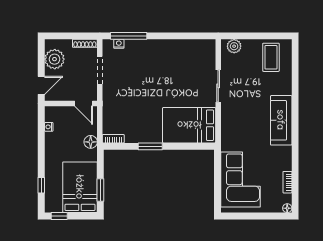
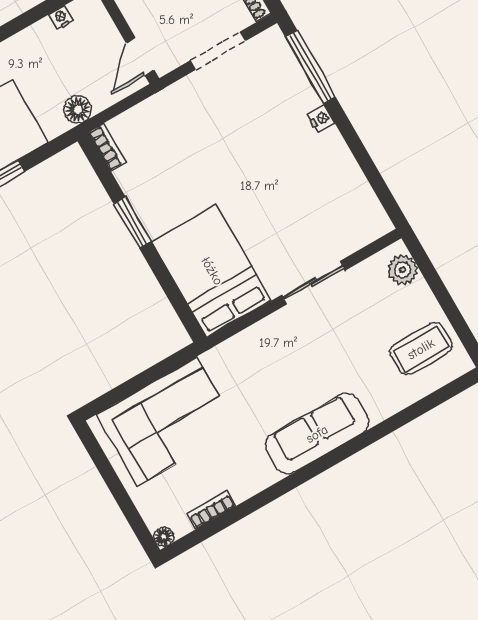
nightstand: (119, 44) -> (321, 119), moved

